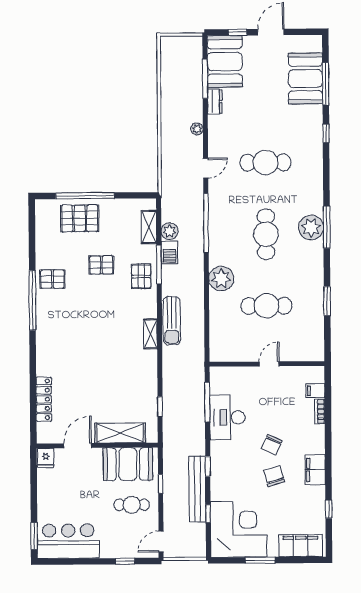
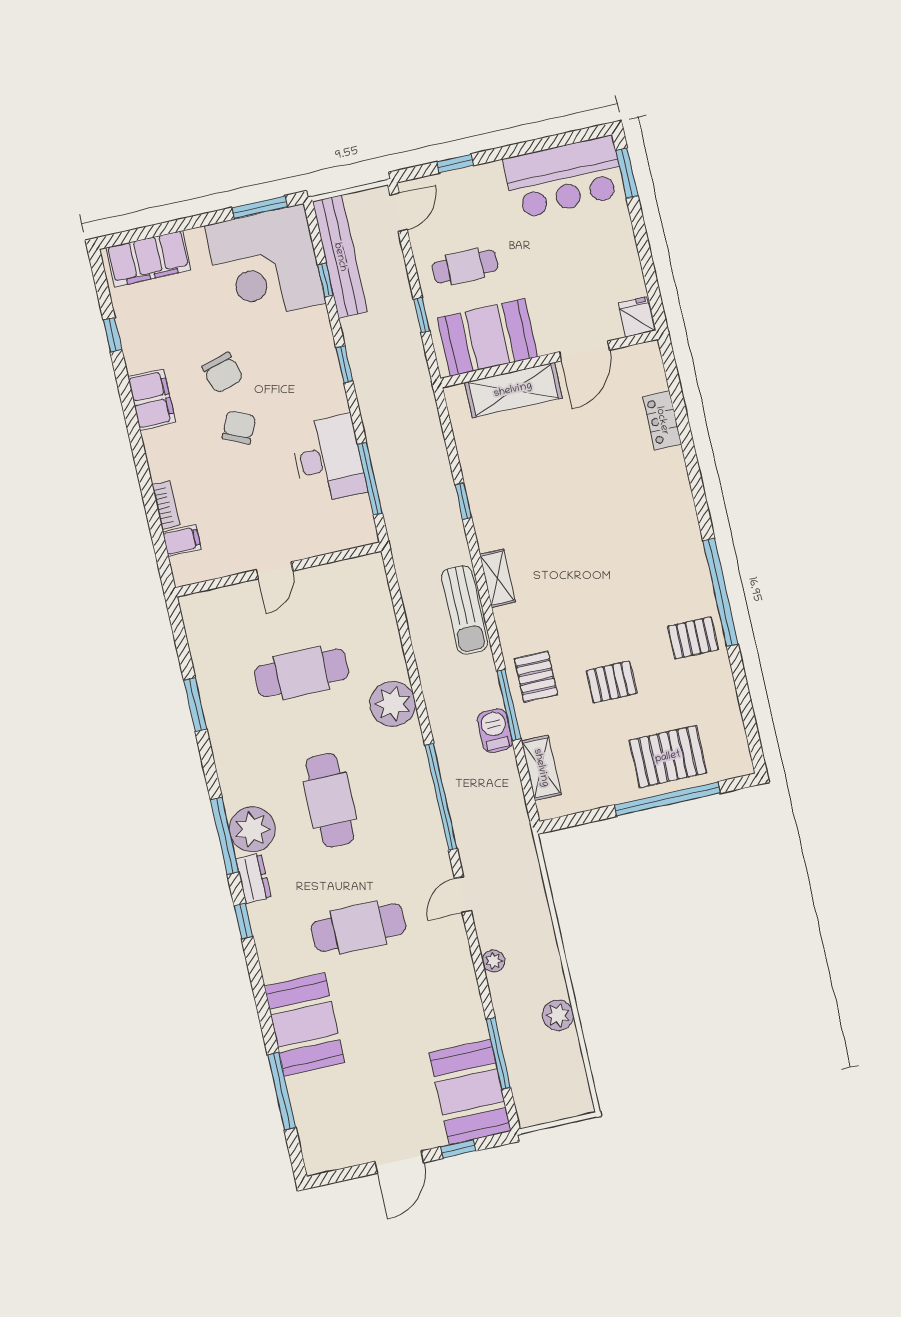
booth: (305, 78) -> (304, 1024), moved
dresser: (215, 102) -> (253, 878), moved, turned 180
window: (326, 133) -> (244, 921), moved
plant: (170, 231) -> (558, 1015), moved
sun lounger: (172, 321) -> (465, 610), turned 180
locker: (44, 399) -> (662, 421), width x0.66
window: (160, 407) -> (463, 501), moved
bench: (197, 489) -> (340, 257), moved
window: (260, 560) -> (259, 207), moved

